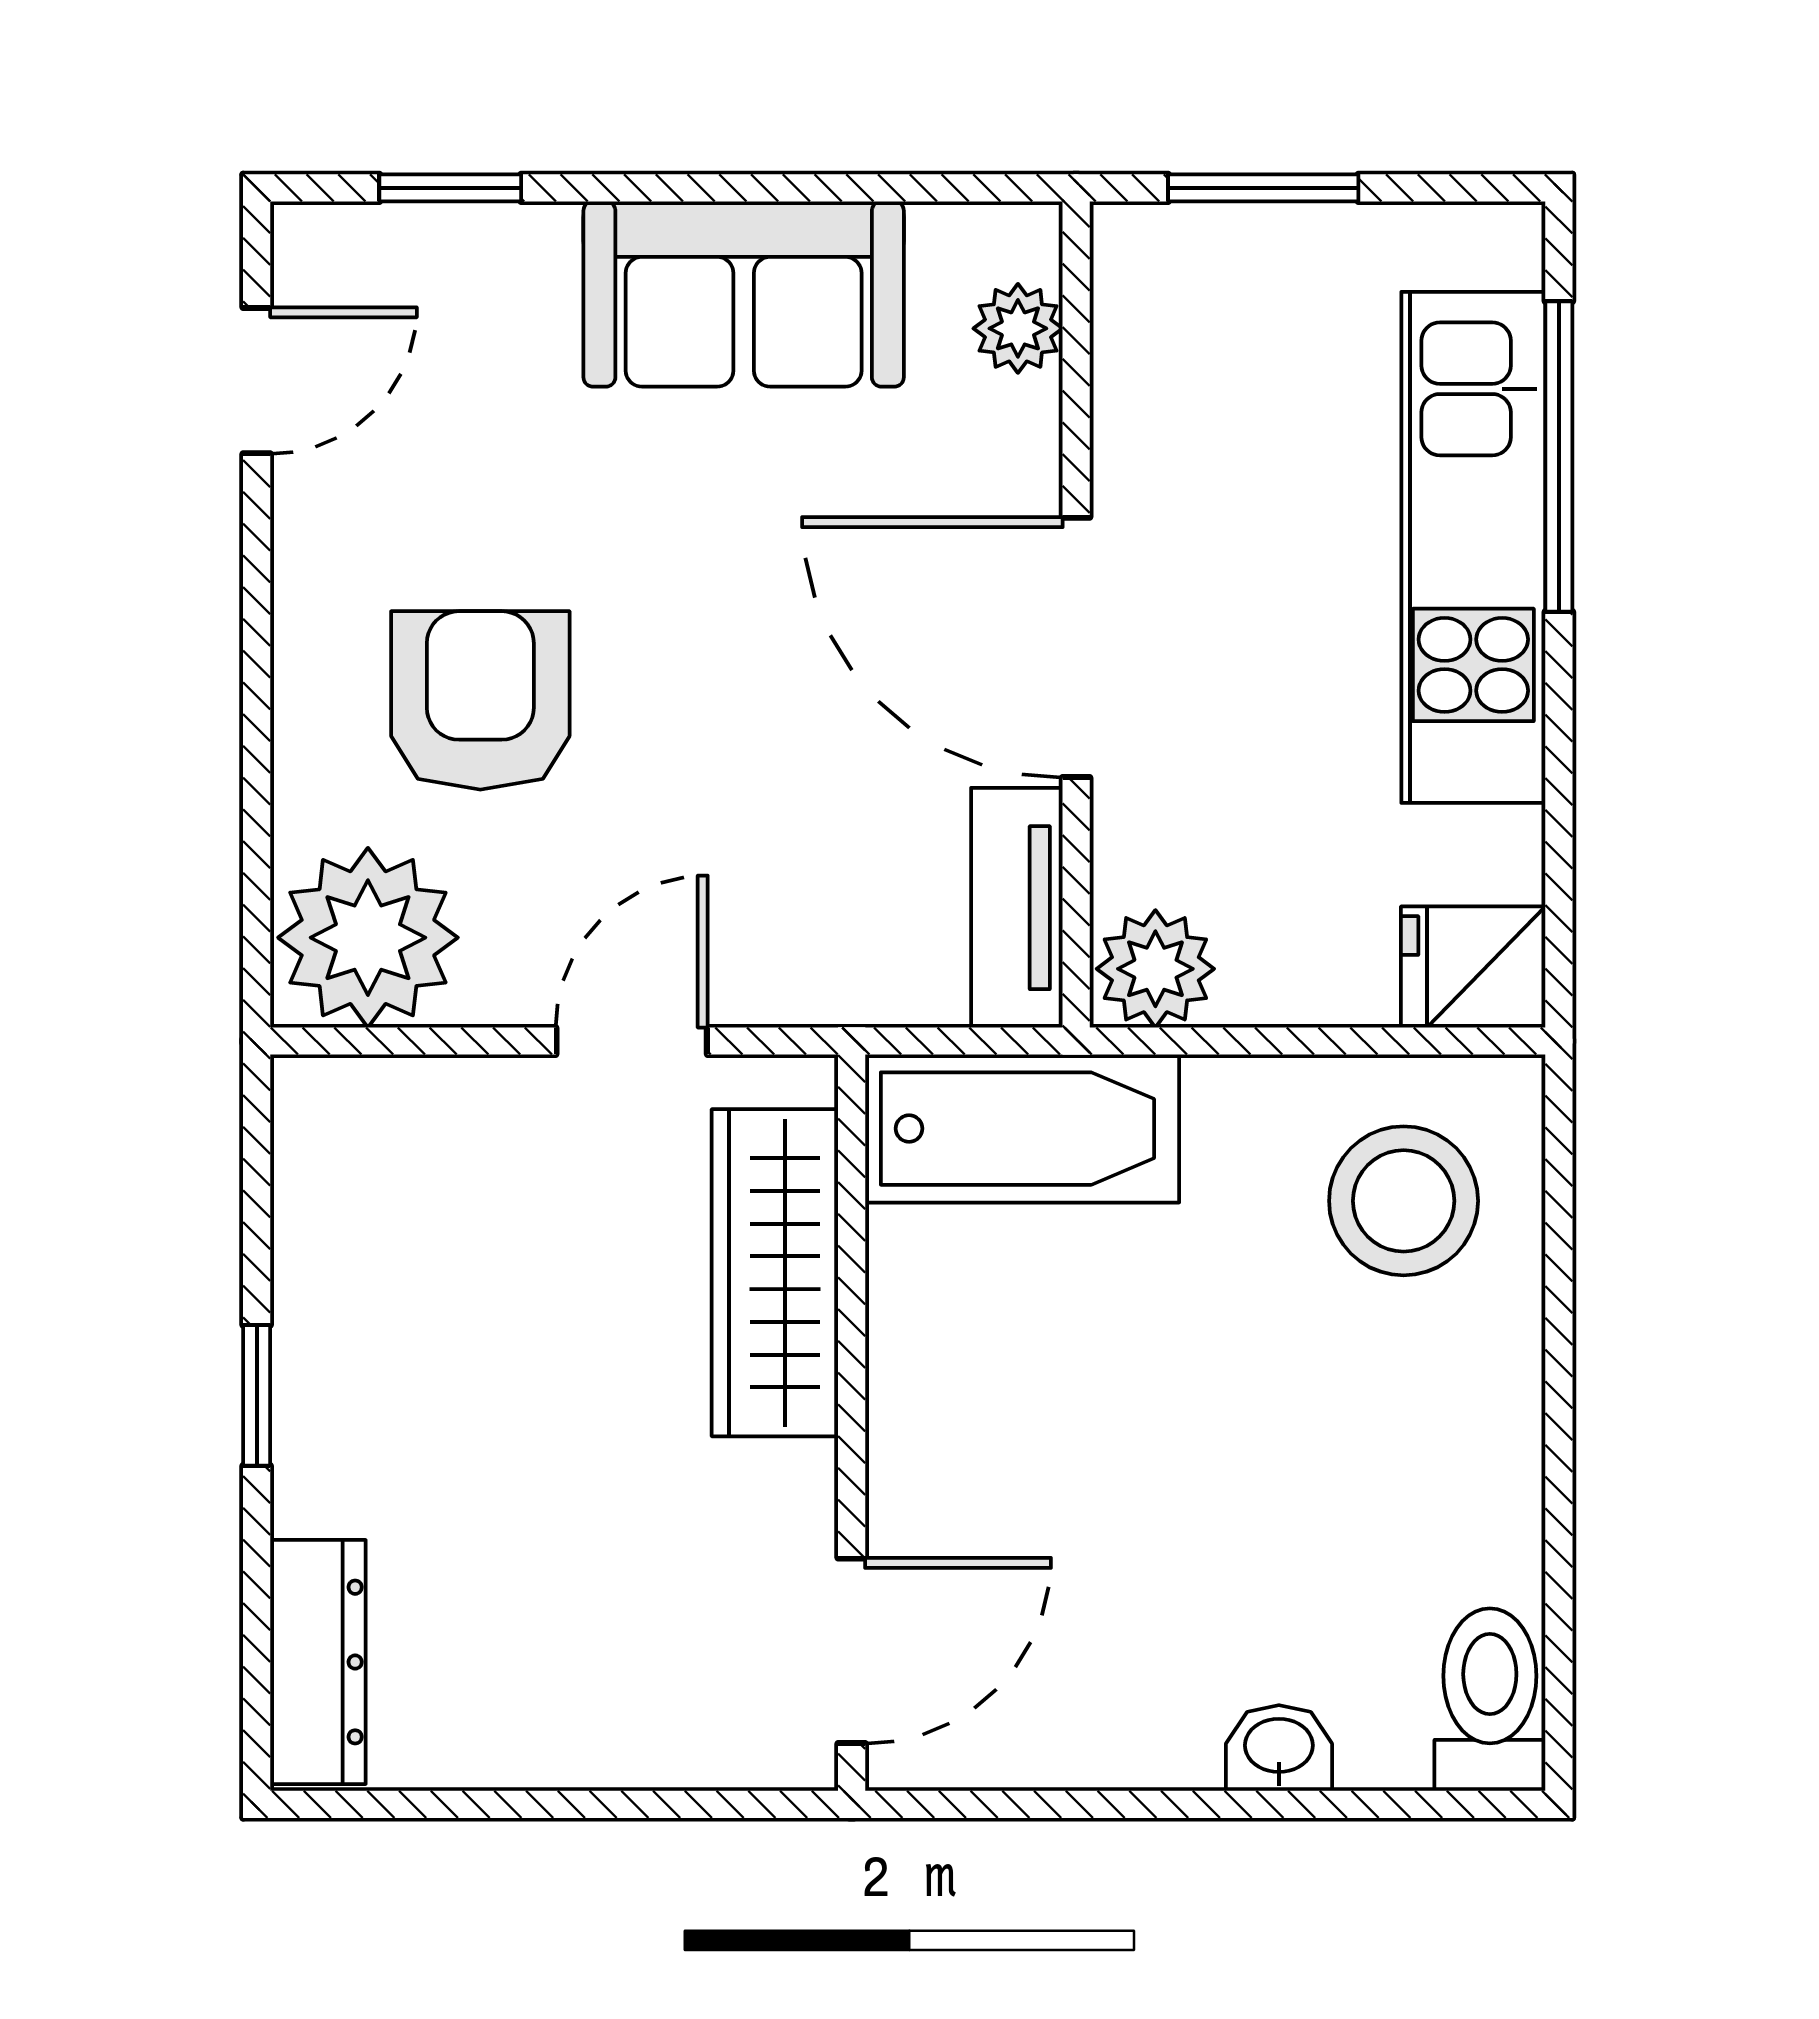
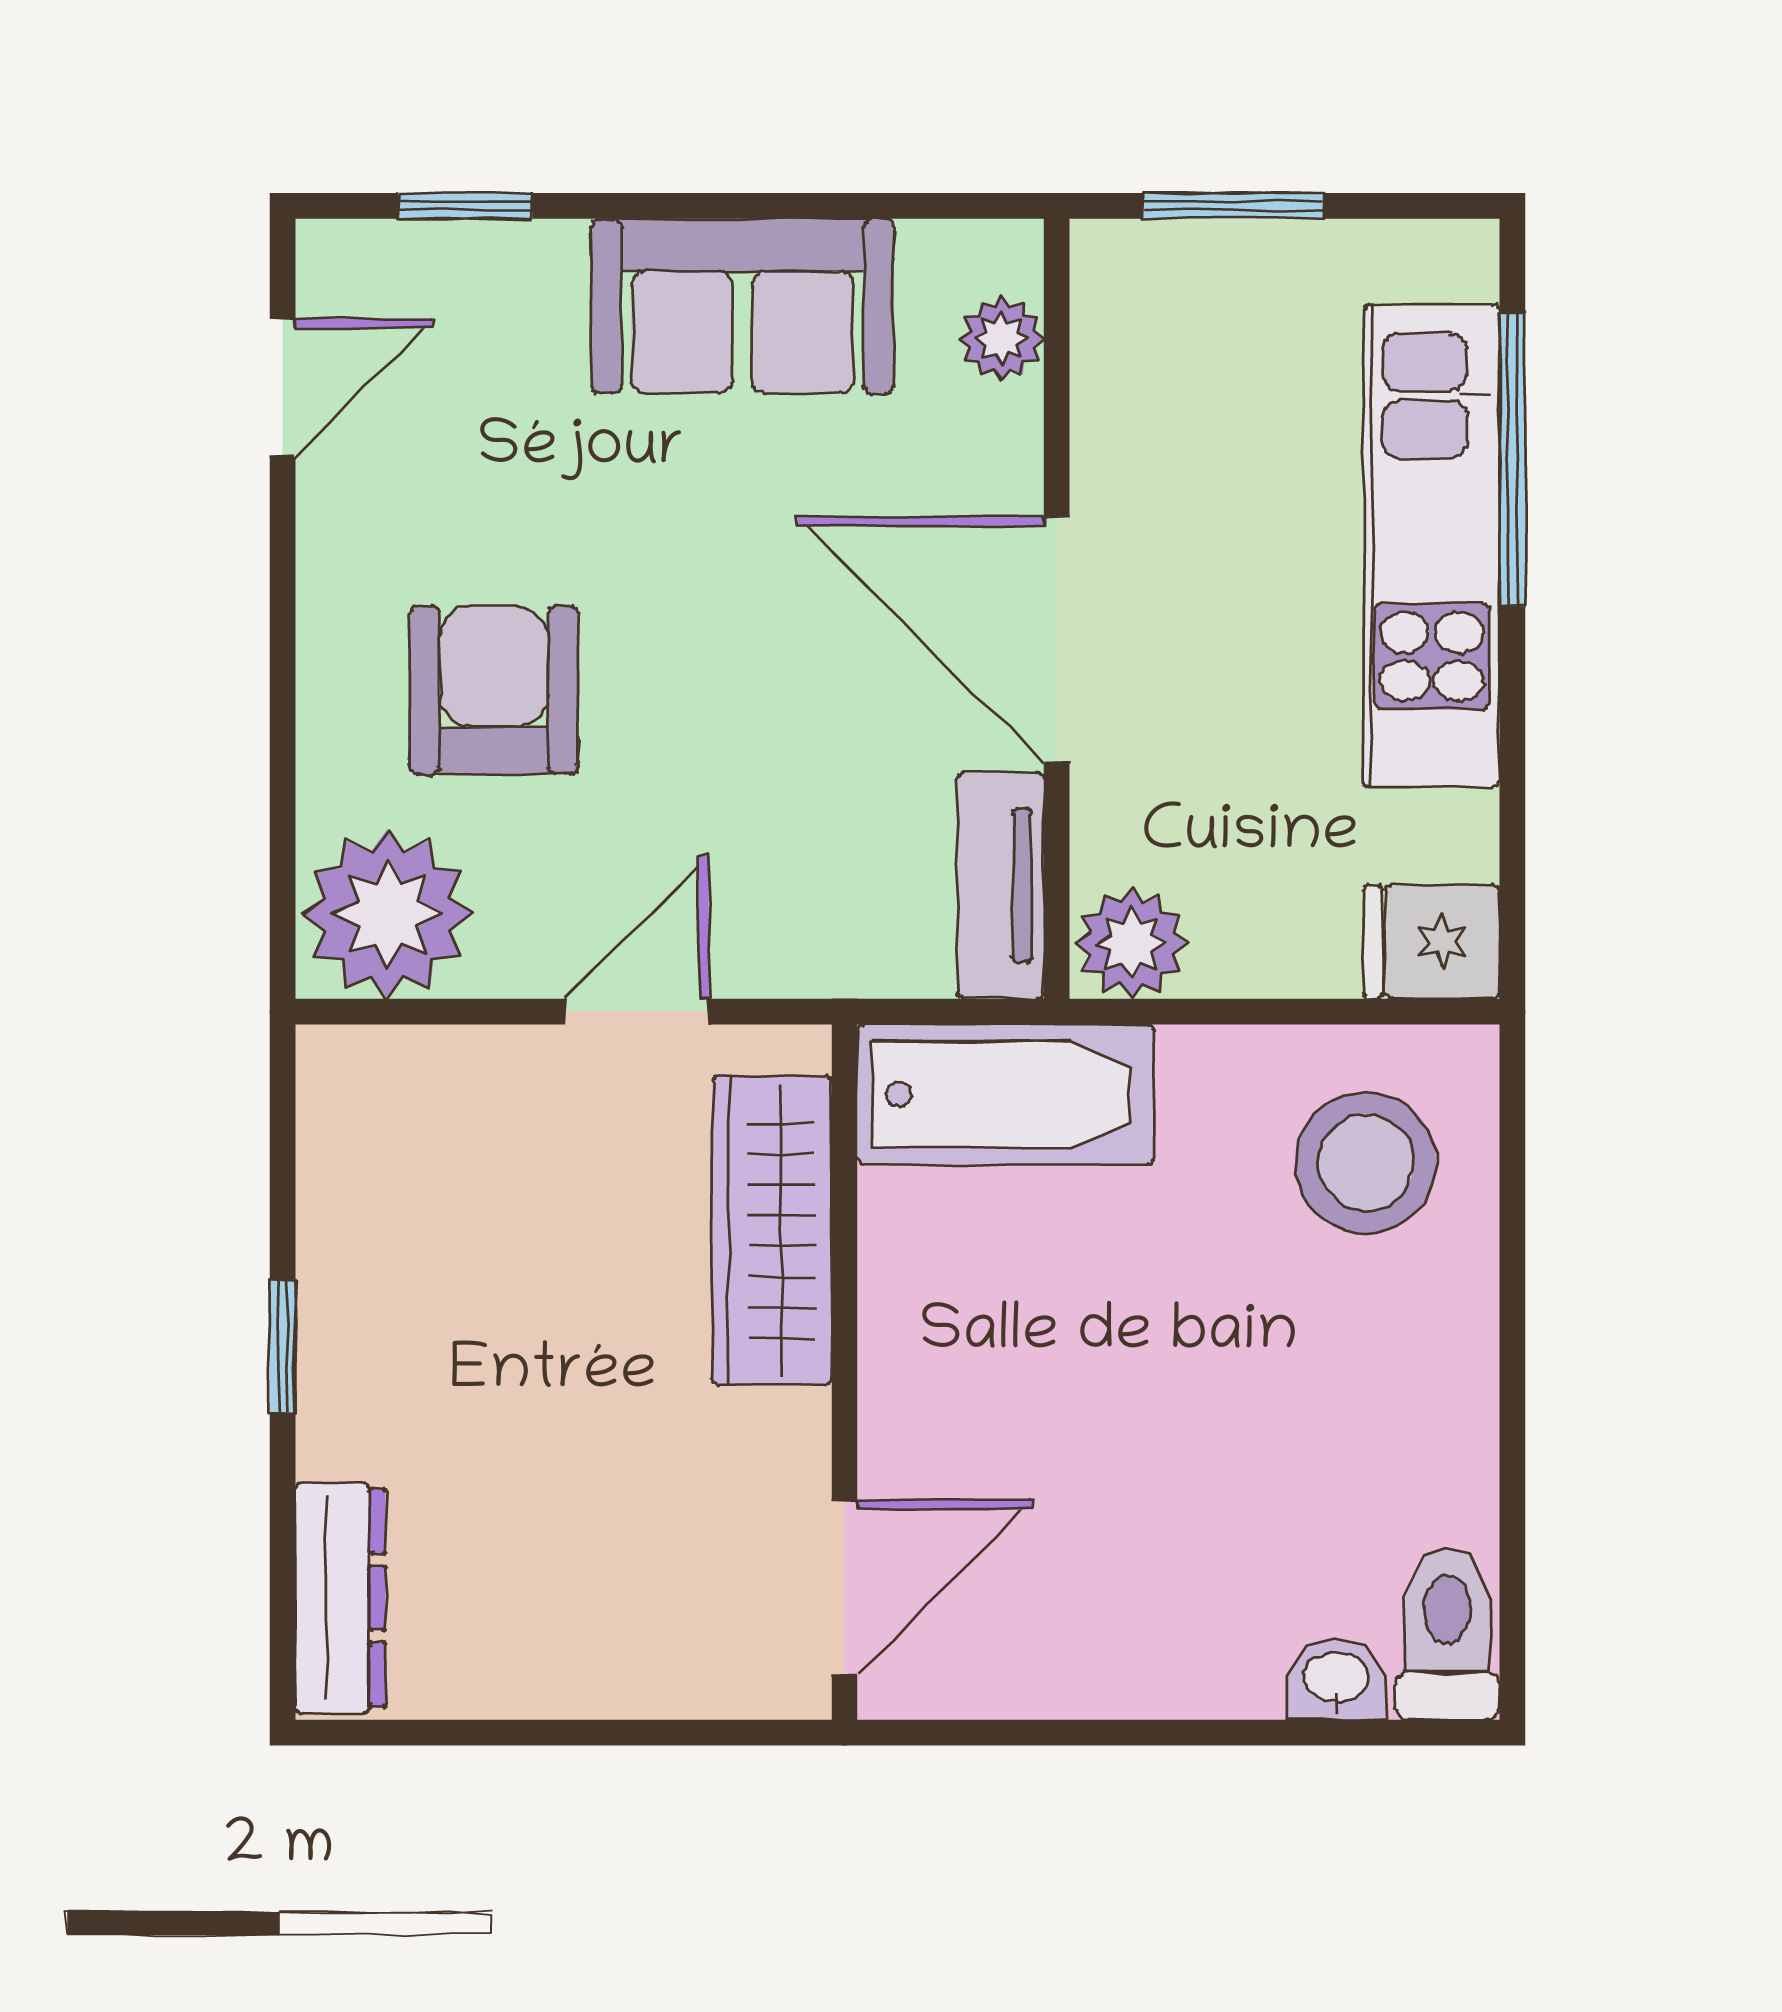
washbasin: (1279, 1748) -> (1336, 1679), moved

